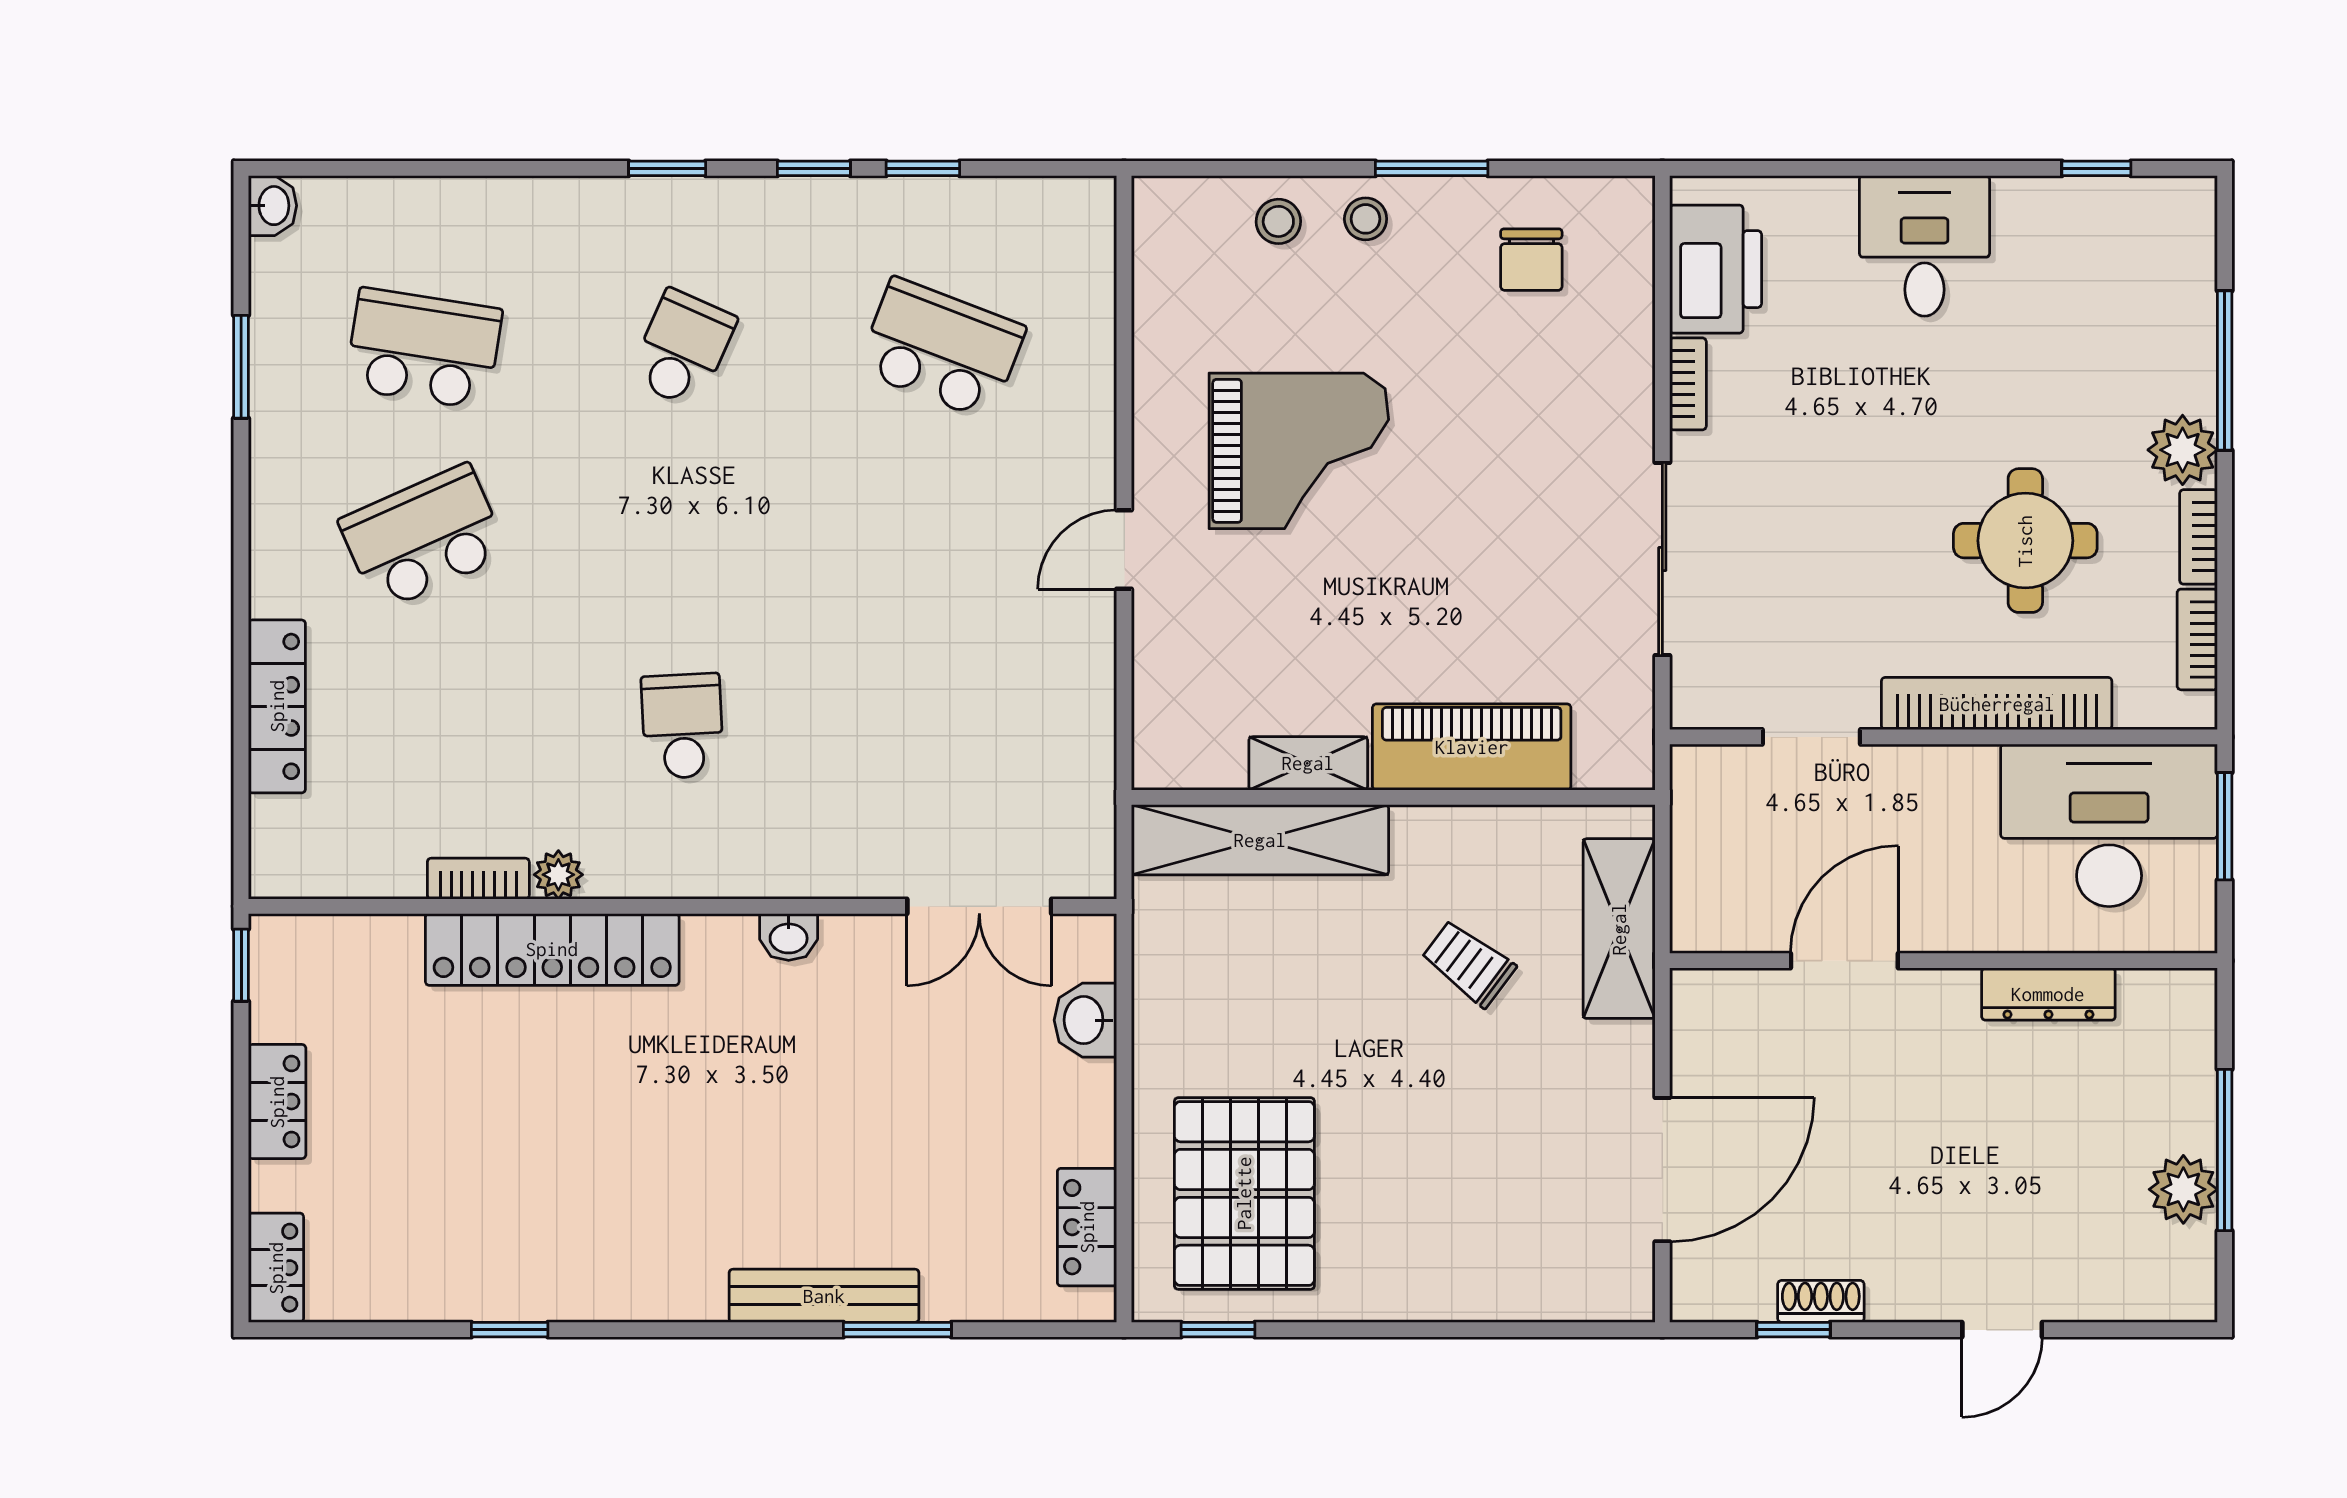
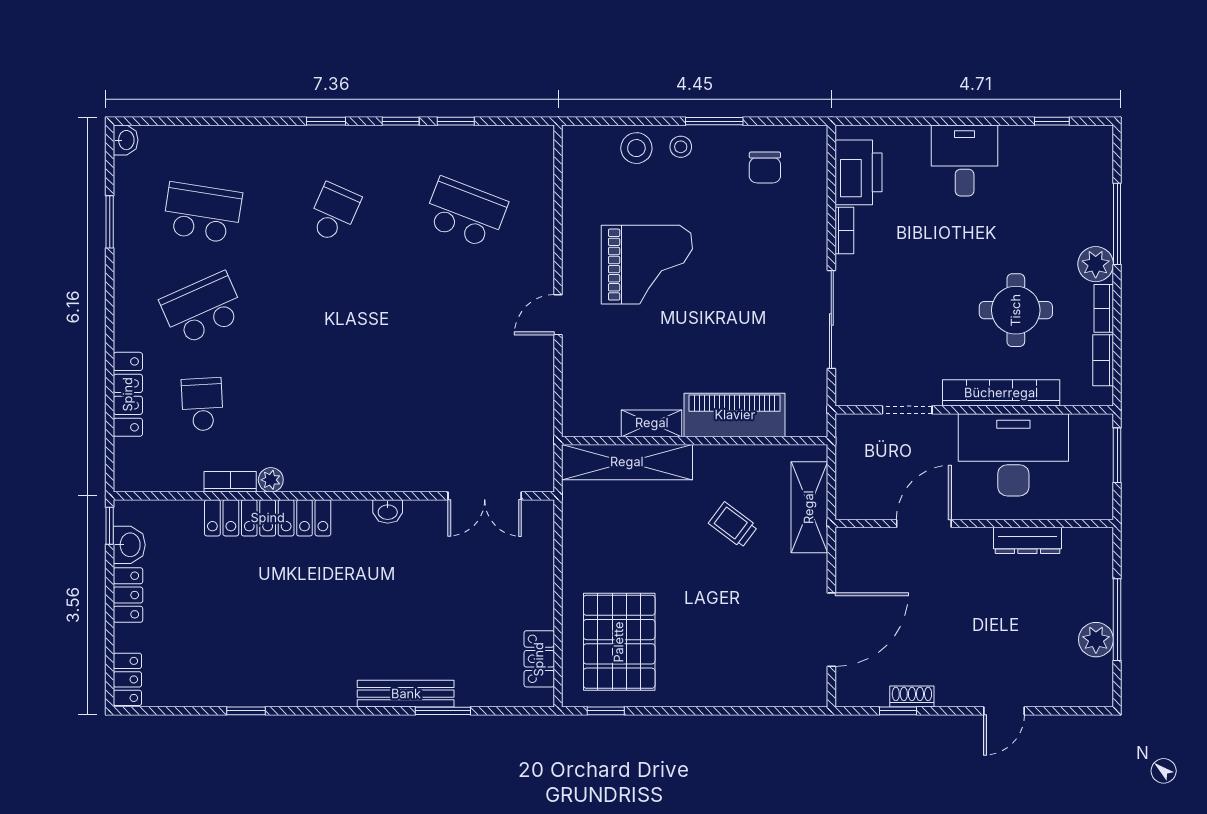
stool: (1278, 221) -> (636, 148), width x1.37, depth x1.37
school desk: (683, 726) -> (202, 404), moved
desk: (2109, 825) -> (1013, 455), moved
washbasin: (1085, 1020) -> (129, 545), moved, turned 180

